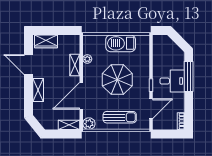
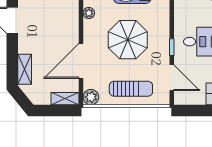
shelving: (75, 65) -> (73, 21), removed
shelving: (38, 90) -> (25, 69), moved
door: (151, 109) -> (172, 78), hinge flipped

